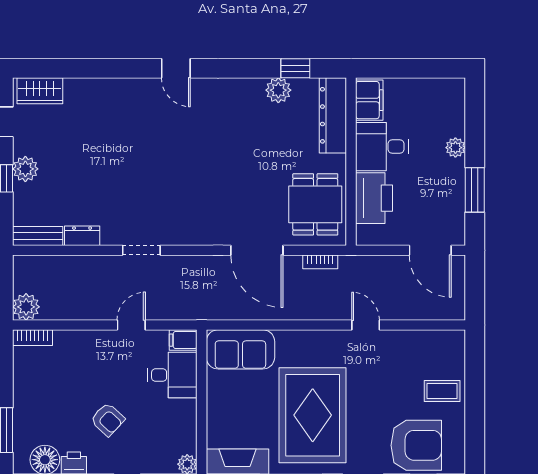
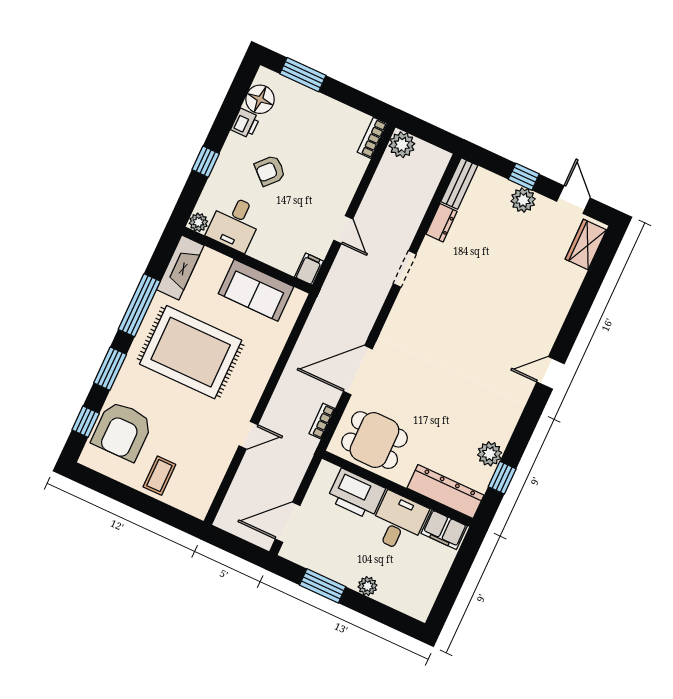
sofa: (240, 349) -> (256, 290), moved, turned -90
desk: (172, 375) -> (235, 223), moved

